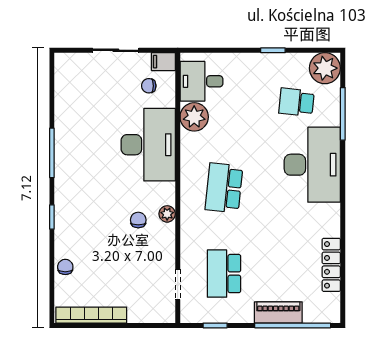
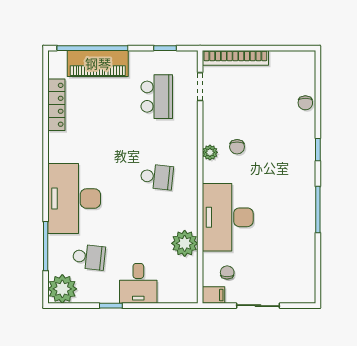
desk: (201, 81) -> (138, 283), moved, turned 90
chair: (149, 86) -> (227, 272), turned -90
school desk: (224, 188) -> (157, 177), width x0.54
piano: (278, 312) -> (98, 63), width x1.37, depth x1.33
bookcase: (91, 315) -> (235, 58), moved

